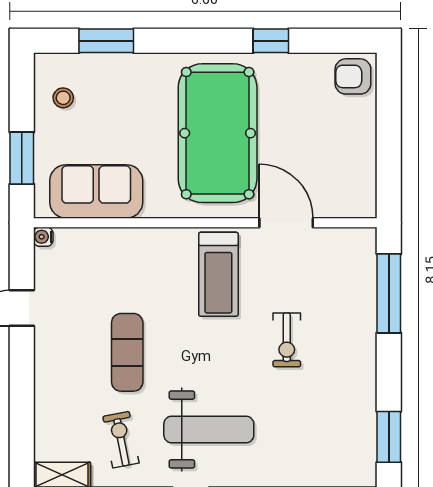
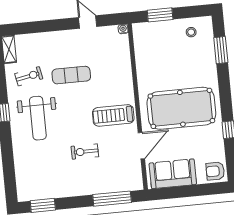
armchair: (353, 76) -> (215, 171), turned -90
sofa: (96, 191) -> (173, 174), moved, turned -90

